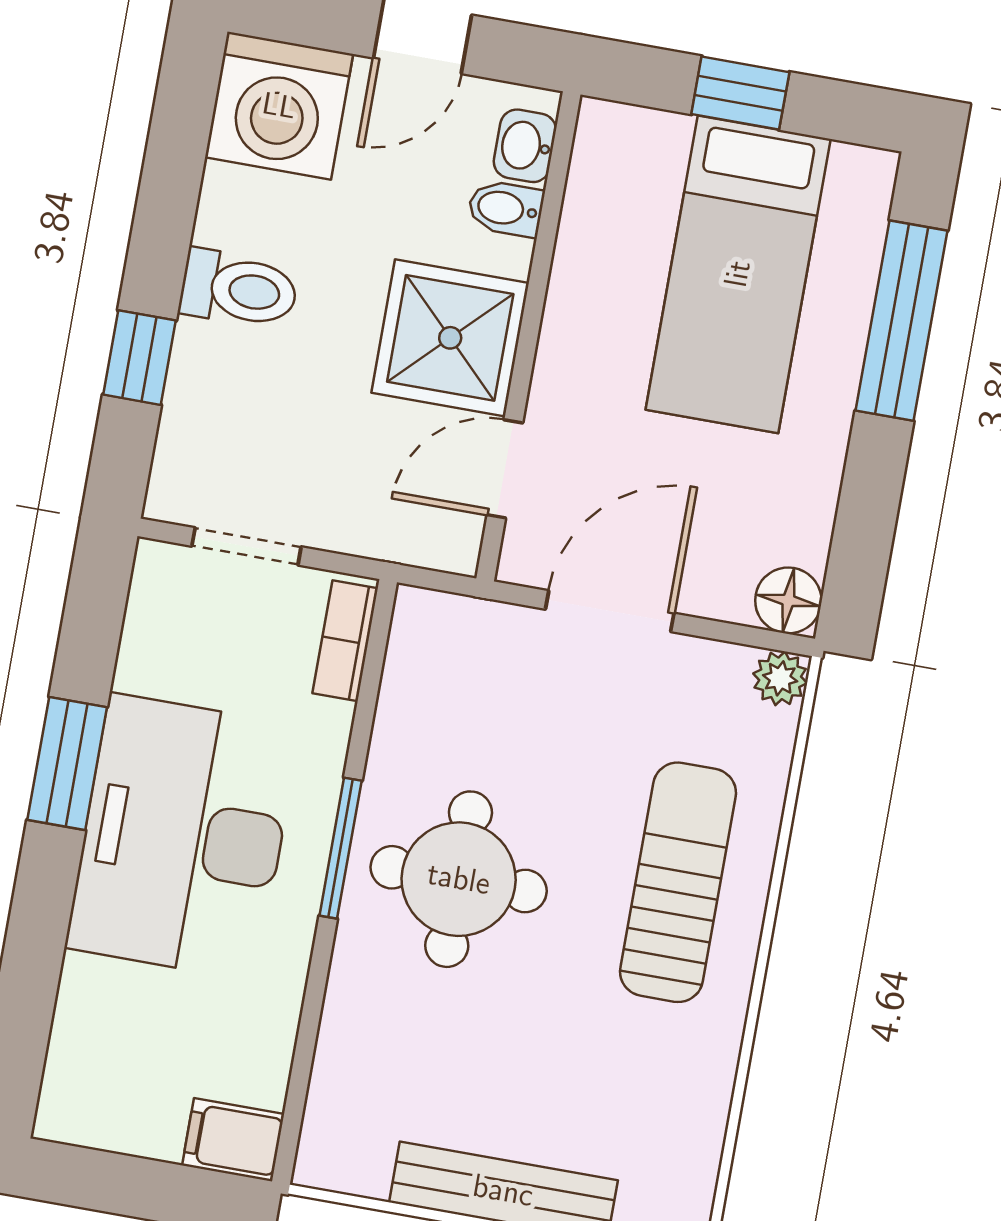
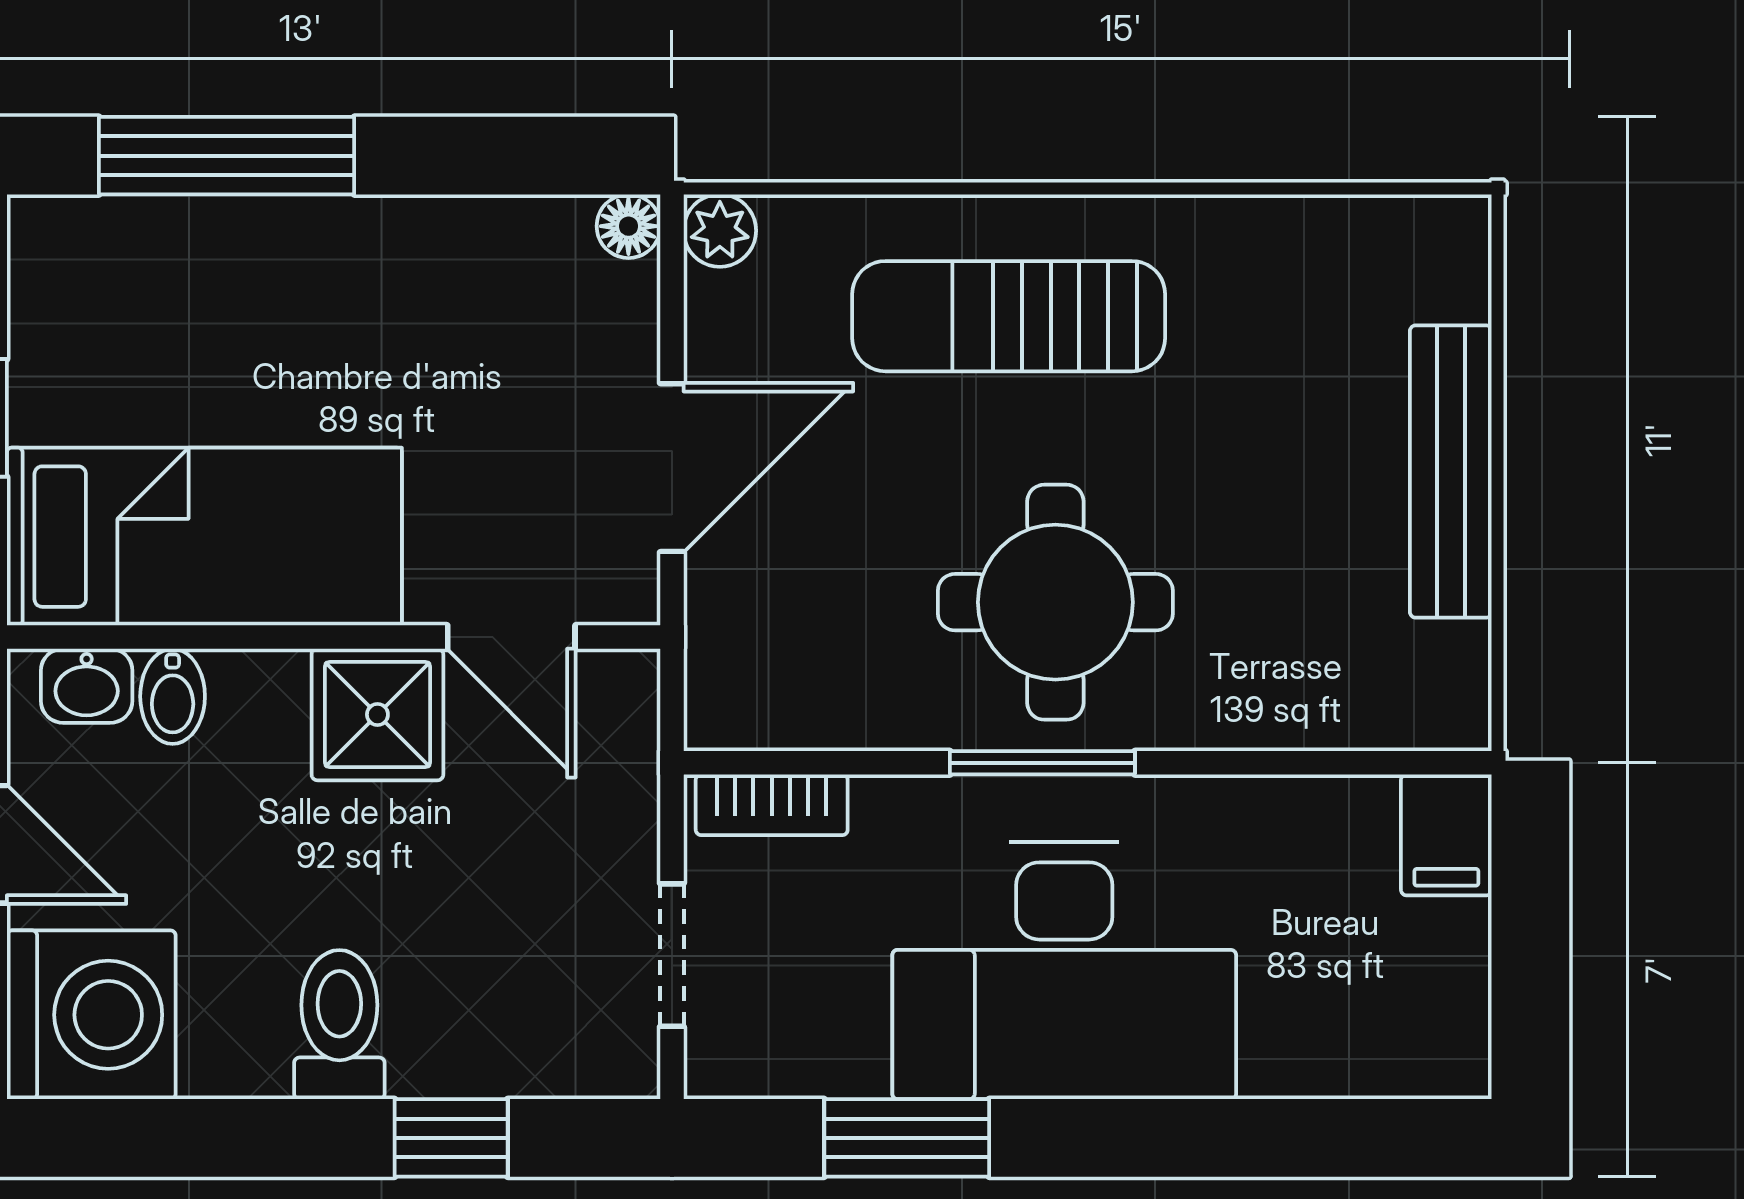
bed: (738, 274) -> (204, 537), moved
shower: (450, 338) -> (377, 715), width x0.73, depth x0.73
floor lamp: (788, 600) -> (628, 226), width x0.73, depth x0.73
door: (610, 611) -> (672, 468), swing flipped
window: (67, 764) -> (907, 1138), moved

